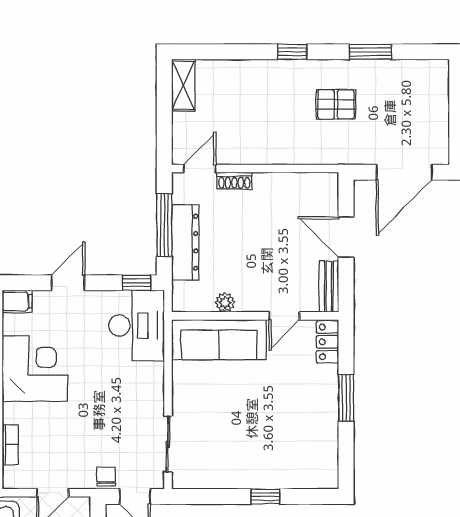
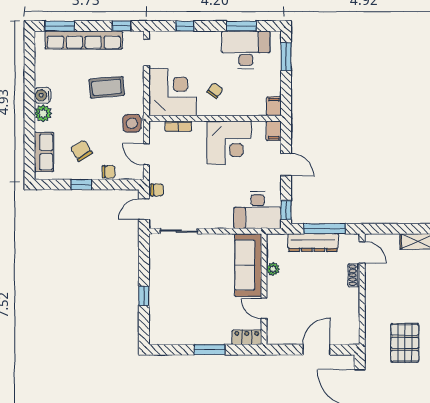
pallet: (336, 104) -> (405, 343), width x1.50, depth x1.42
bench: (329, 287) -> (284, 338), removed

